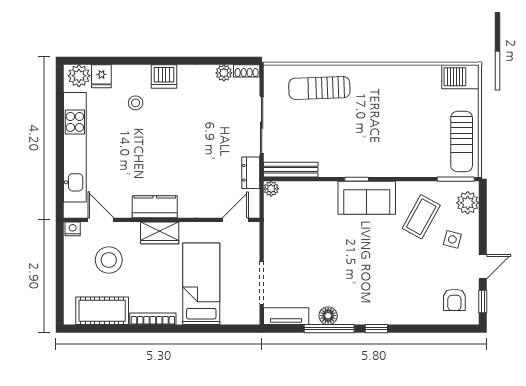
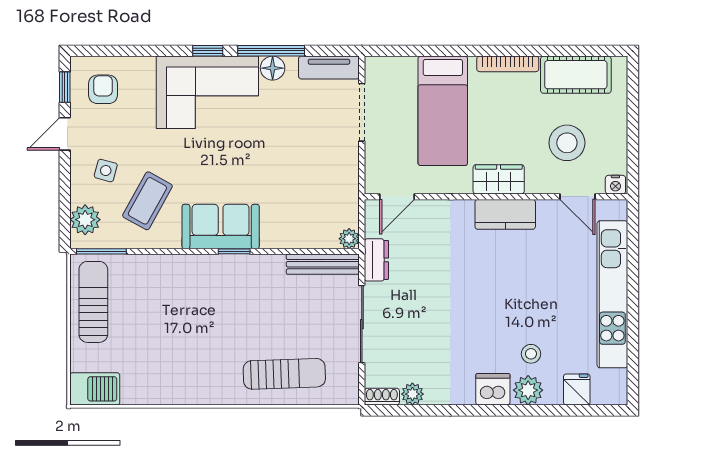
plant: (79, 76) -> (528, 390), moved
corner sofa: (377, 298) -> (207, 92), added

